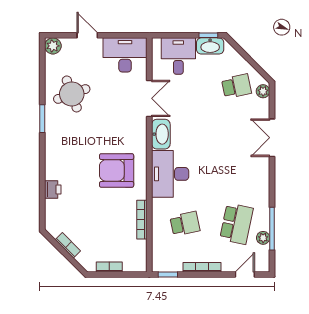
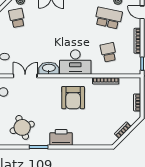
printer: (53, 189) -> (61, 137), moved, width x1.87, depth x1.48

